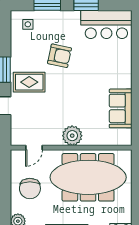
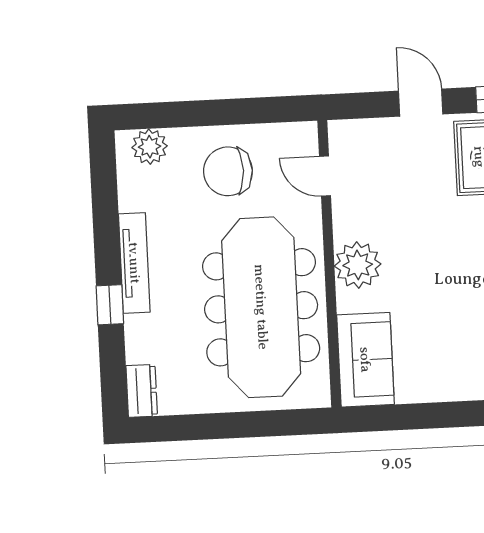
sofa: (121, 108) -> (365, 360), moved, turned 90

